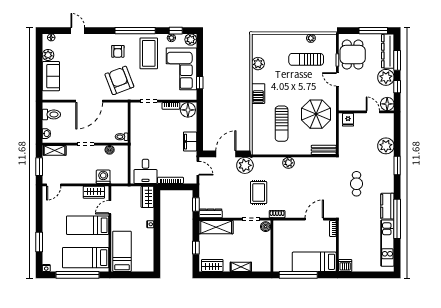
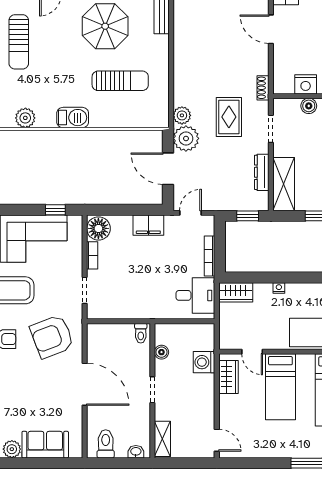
plant: (288, 163) -> (182, 115), moved
window: (39, 167) -> (188, 463), removed
rug: (259, 192) -> (229, 117), turned 90
dresser: (211, 213) -> (262, 172), moved
boiler: (266, 227) -> (309, 106), moved
nightstand: (279, 241) -> (306, 84), added

